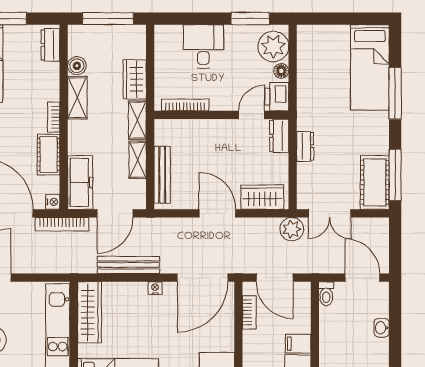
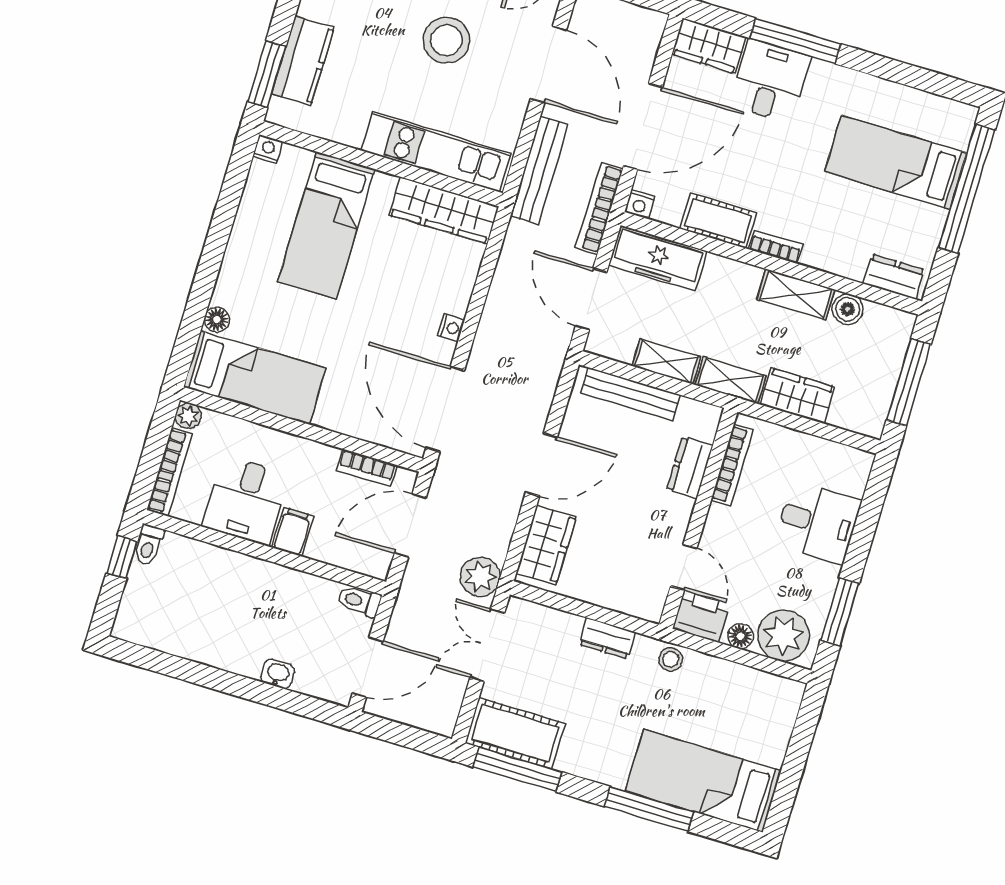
stool: (306, 107) -> (671, 659), added
dresser: (279, 136) -> (690, 468), moved, turned -90
bench: (128, 265) -> (539, 170), moved

